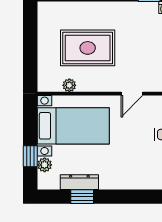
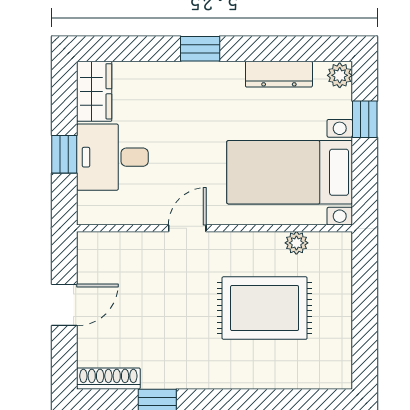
plant: (45, 165) -> (340, 75), moved
window: (82, 197) -> (200, 49), moved

